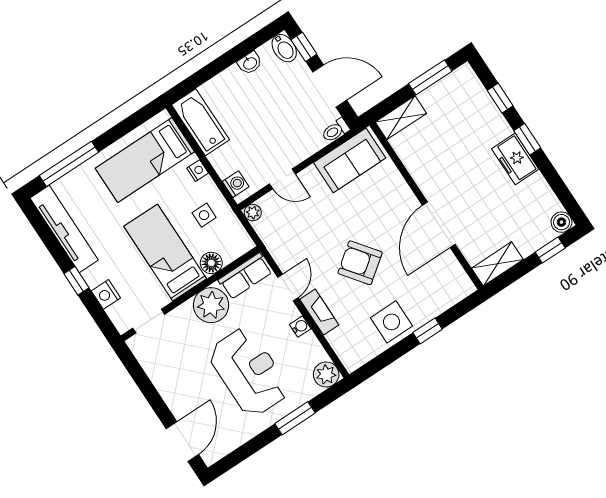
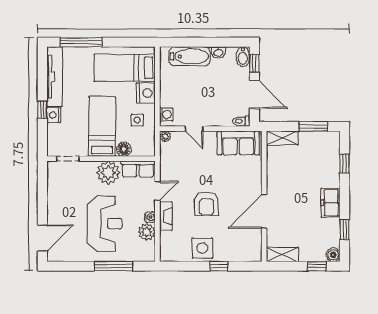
bathtub: (200, 122) -> (190, 56), moved, turned 90
window: (527, 139) -> (345, 230), moved
nightstand: (198, 171) -> (146, 93), width x1.89, depth x1.79
armchair: (360, 263) -> (206, 204), turned -143
nightstand: (106, 294) -> (54, 115), moved
plant: (326, 374) -> (147, 232), moved
window: (295, 418) -> (113, 266), width x1.44

